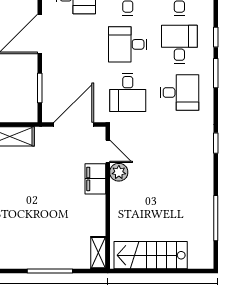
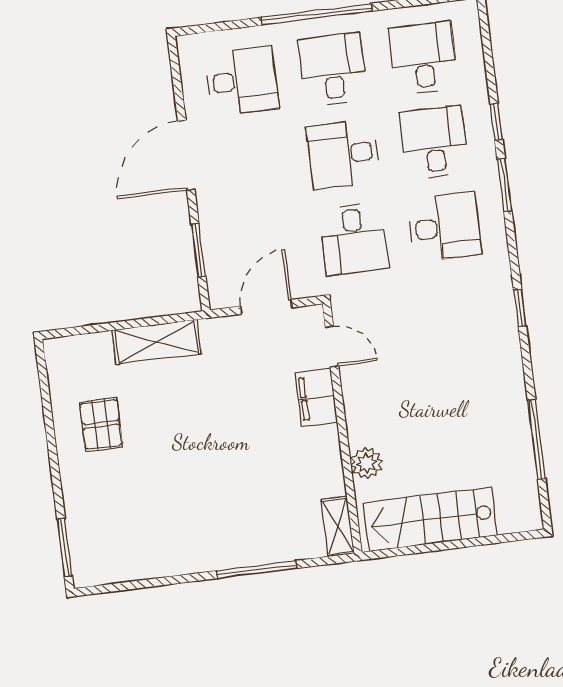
door: (74, 125) -> (266, 307), width x0.73
plant: (119, 172) -> (366, 463), moved

